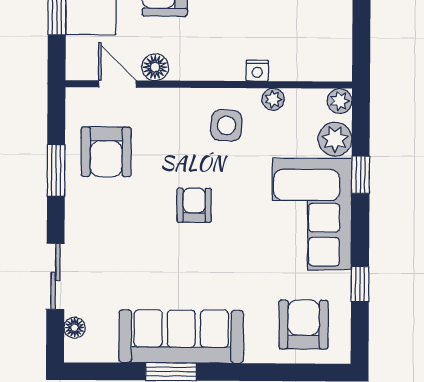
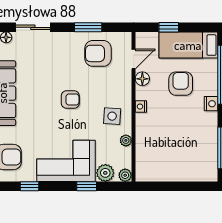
nightstand: (257, 71) -> (141, 107), moved

